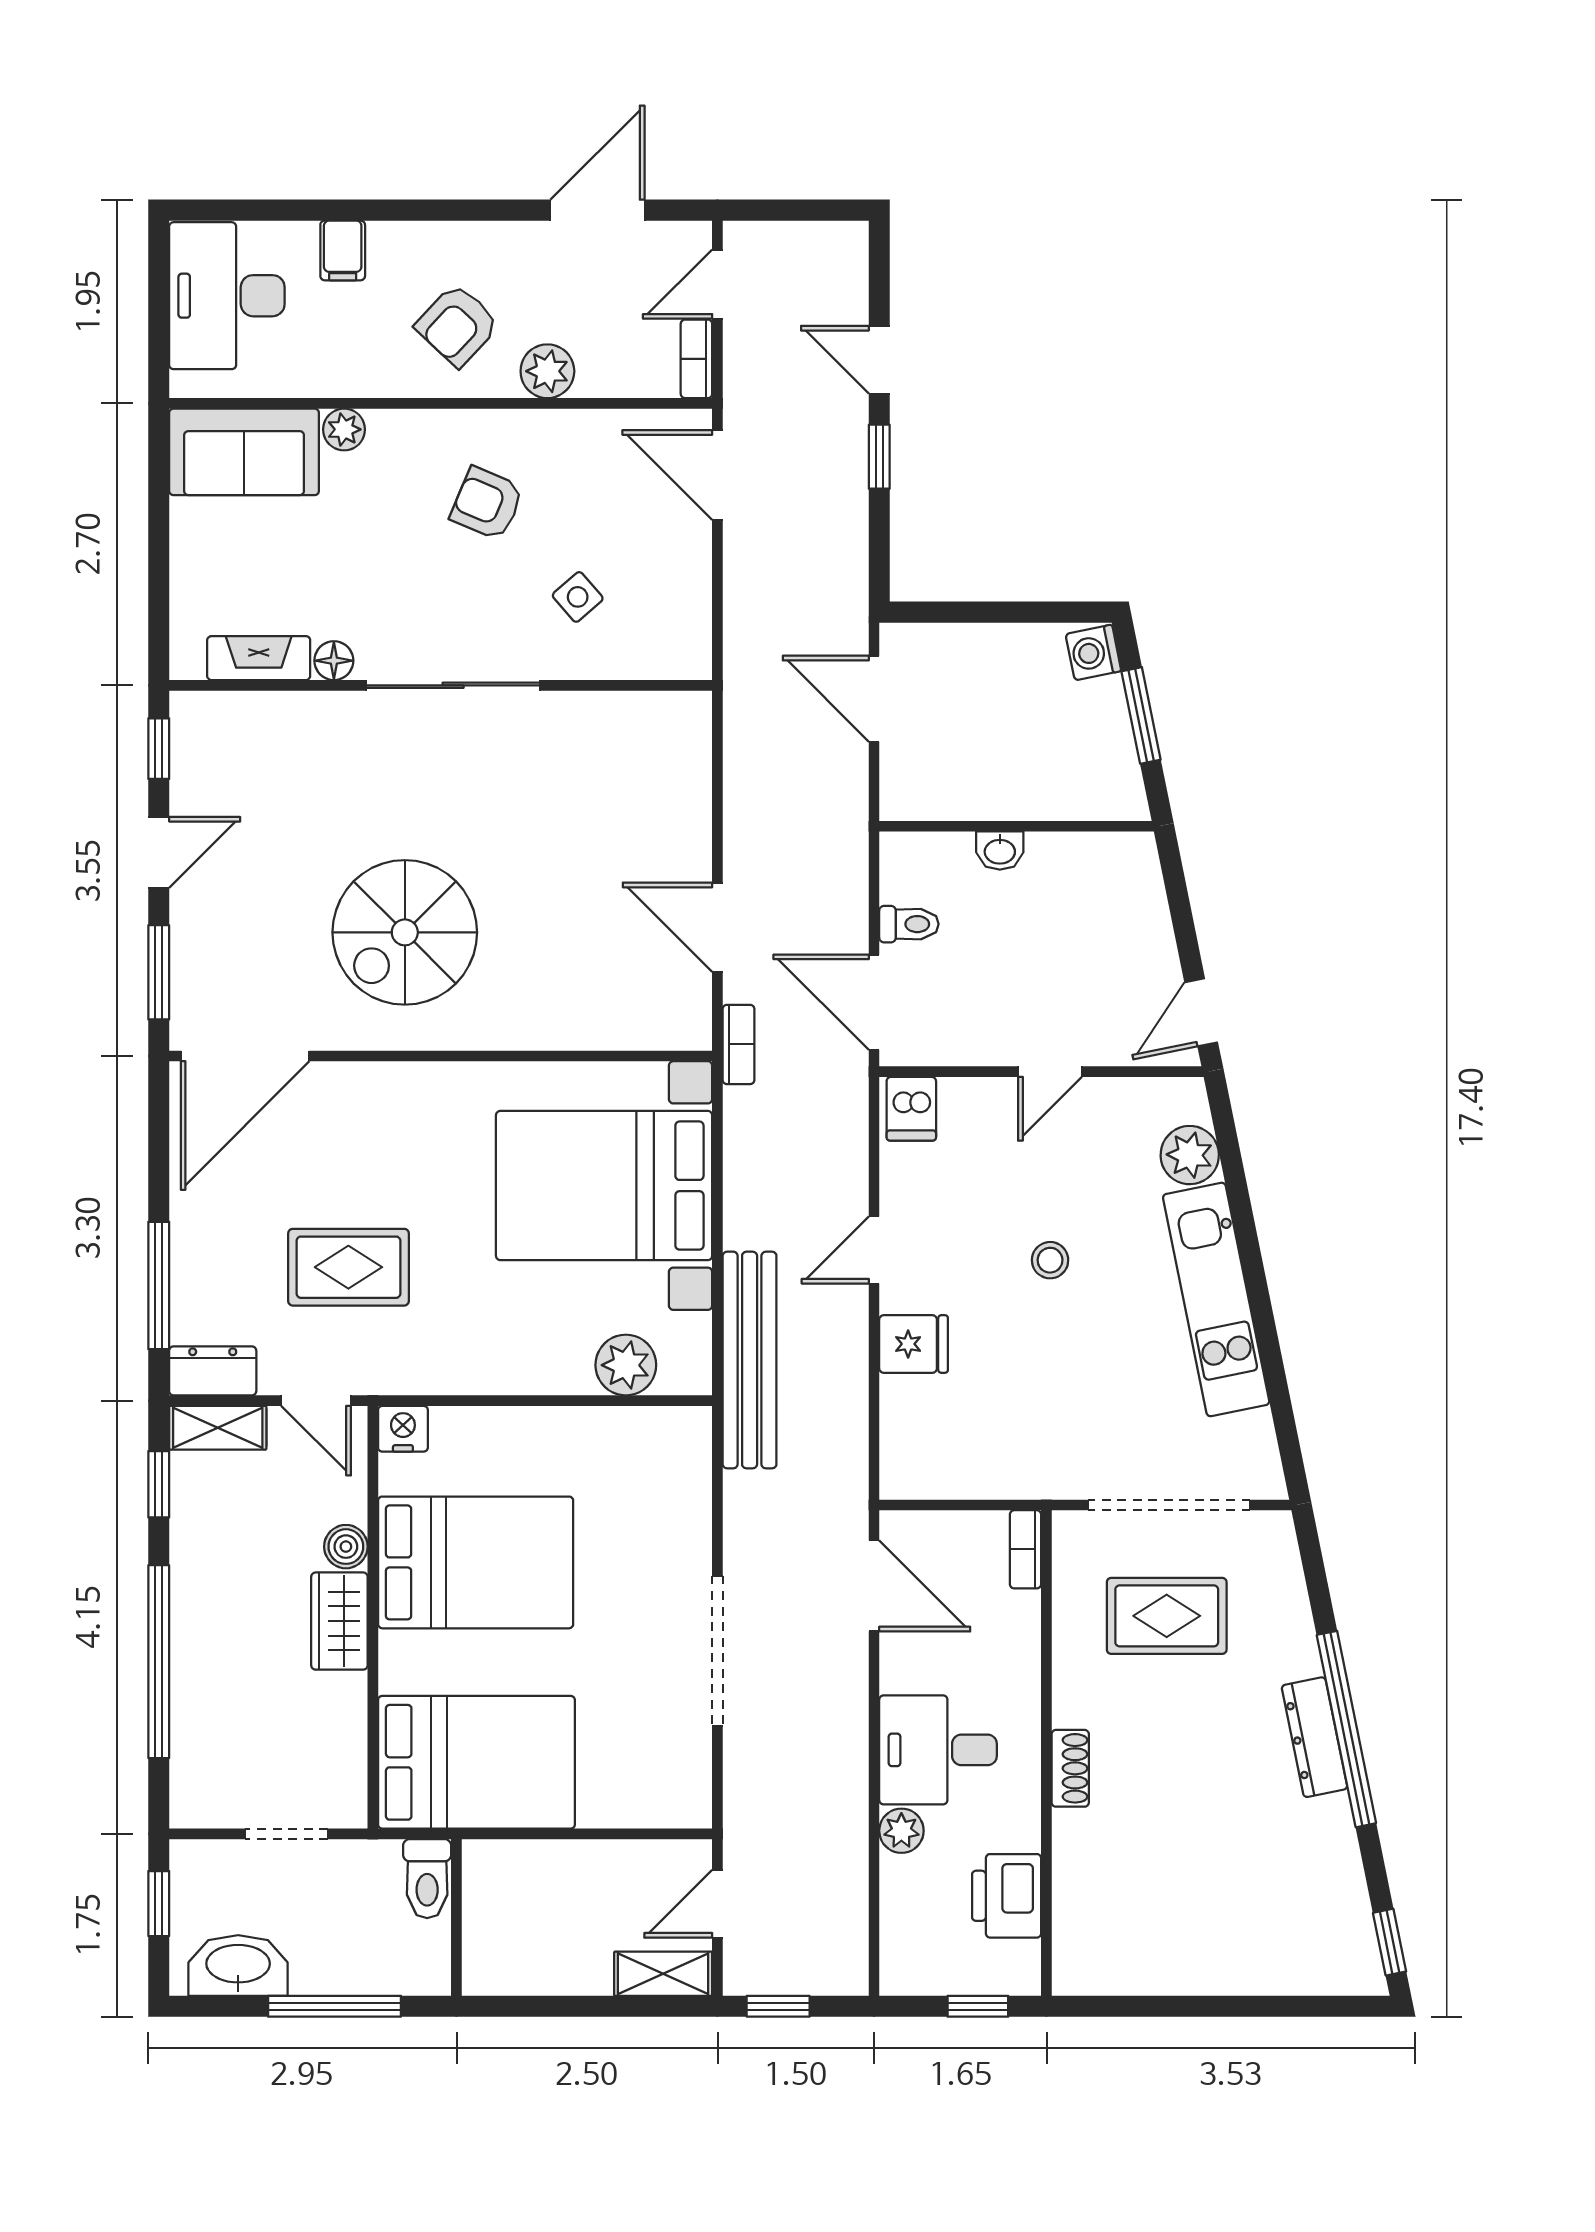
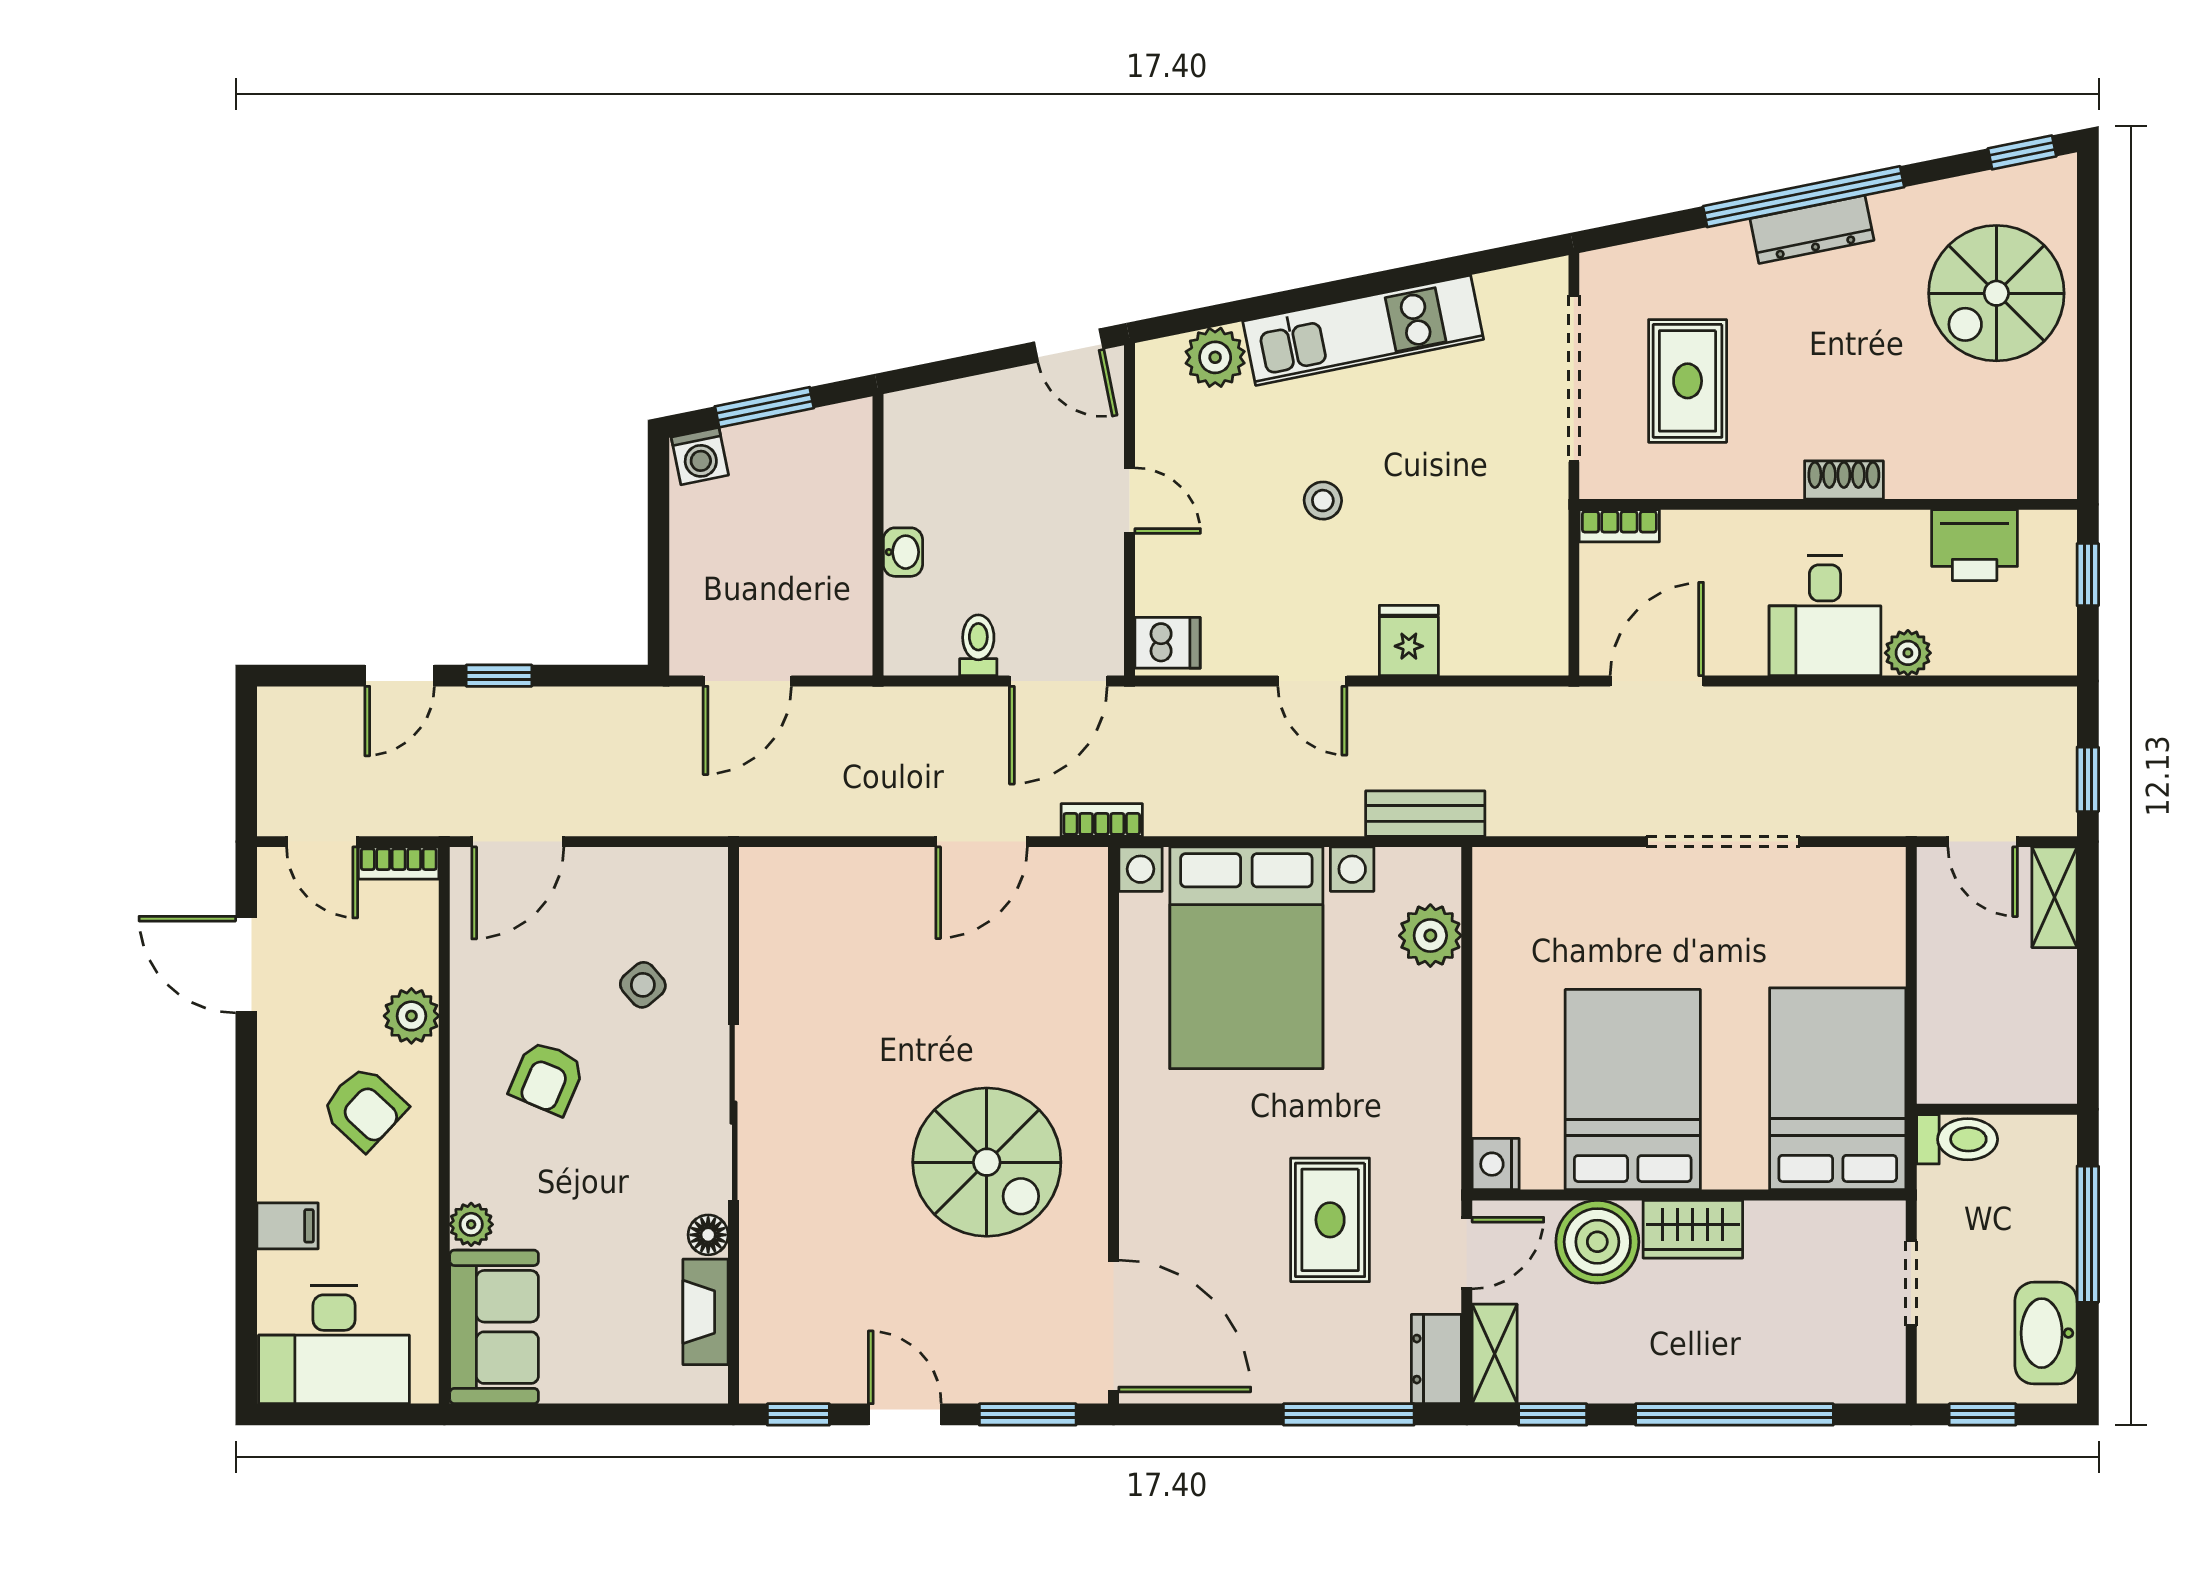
bench: (750, 1360) -> (1425, 814), width x0.54, depth x0.82
boiler: (346, 1547) -> (1597, 1242), width x1.86, depth x1.86
spiral stairs: (1252, 1917) -> (1996, 293), added

